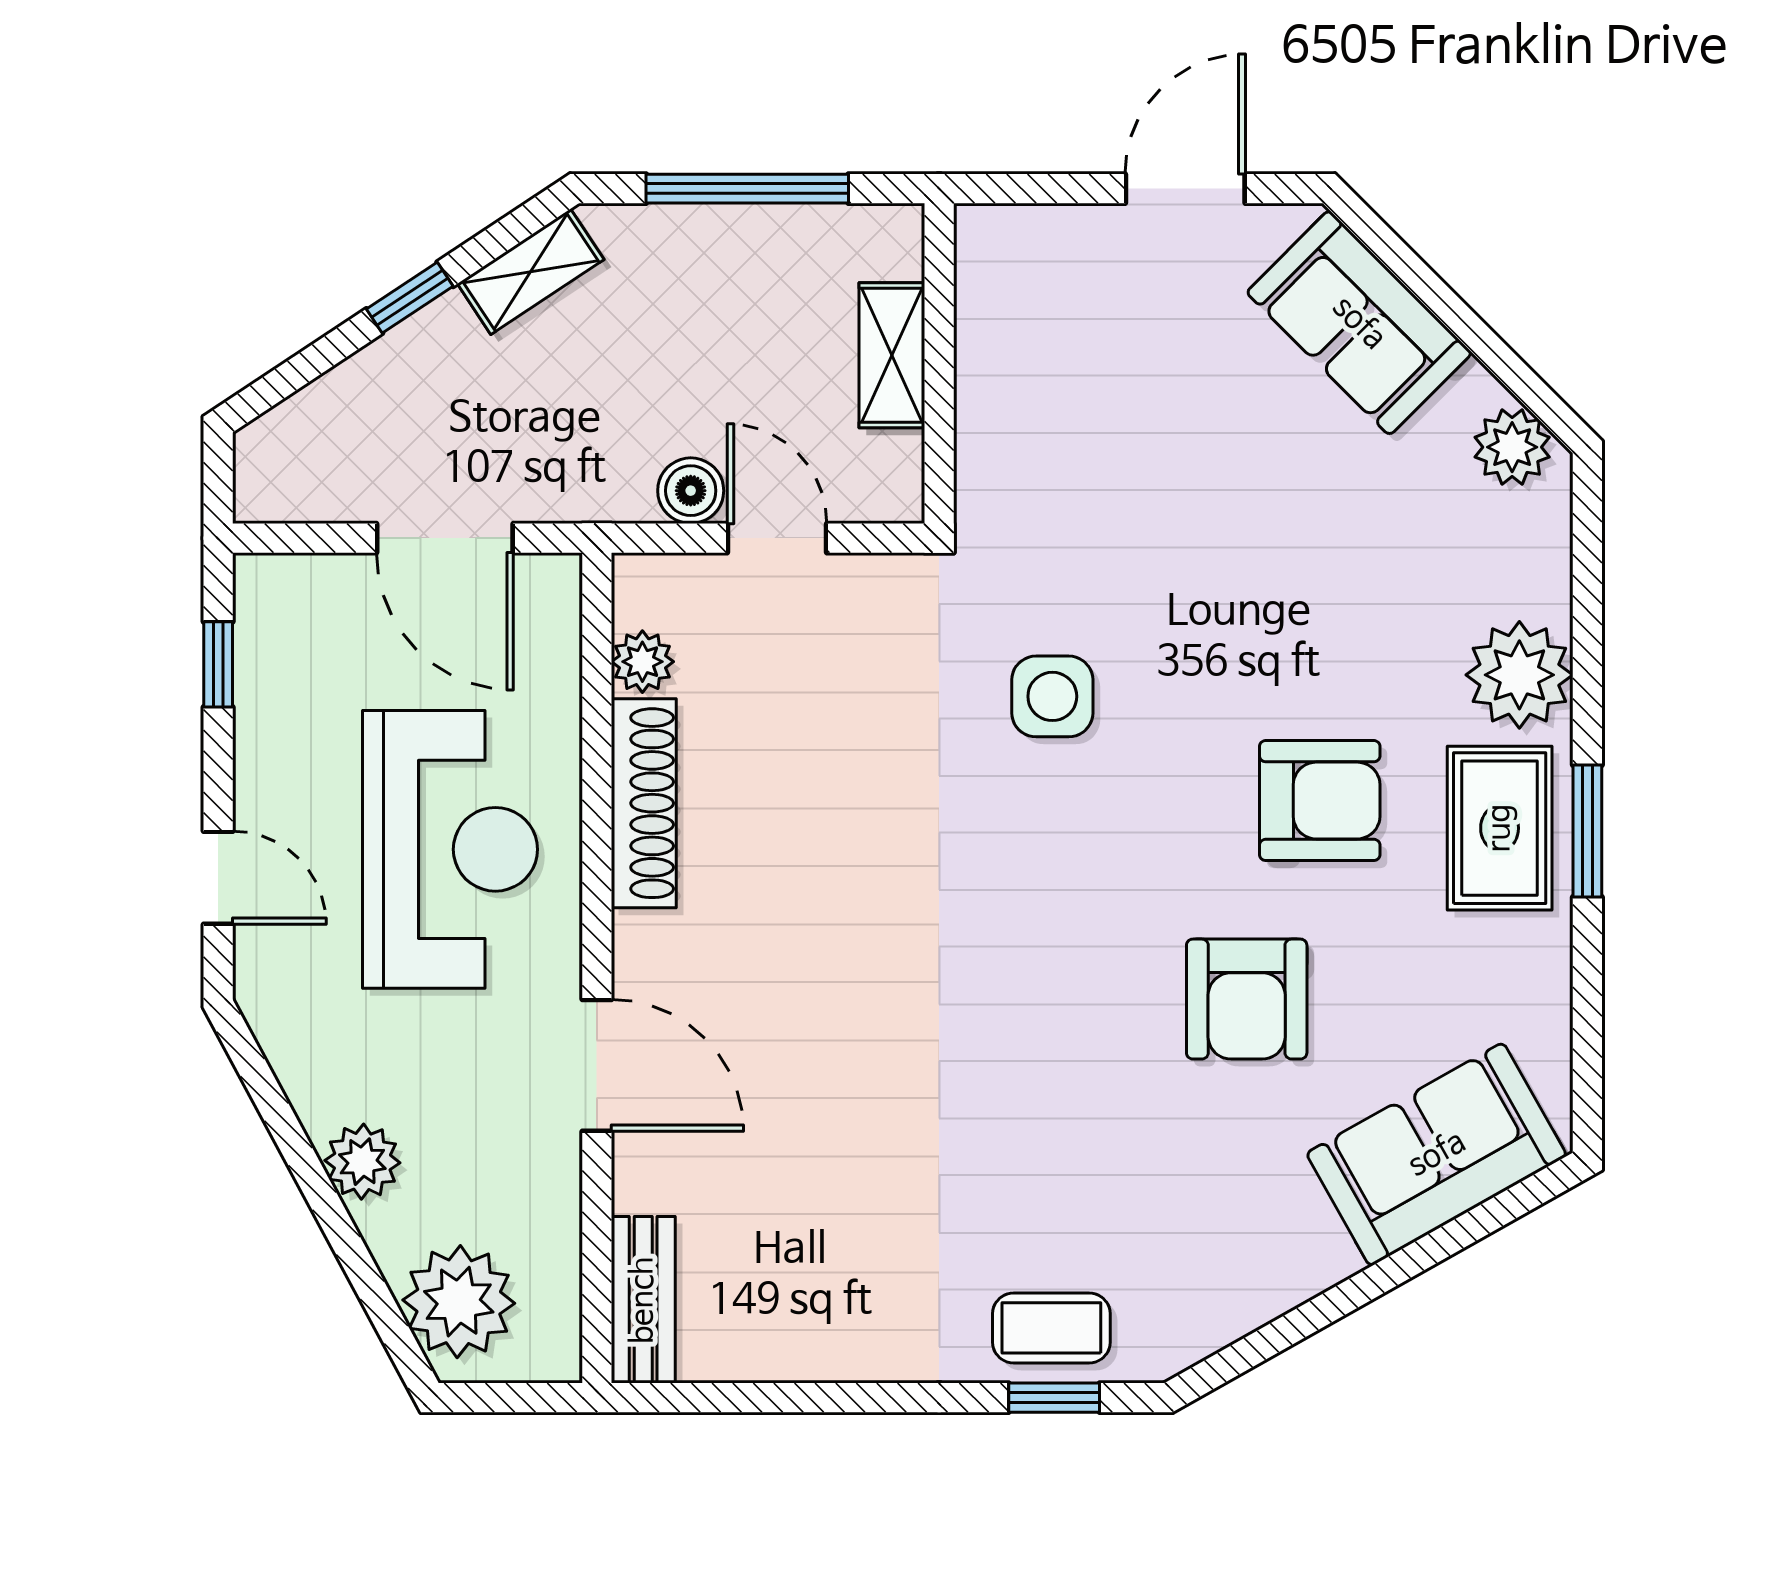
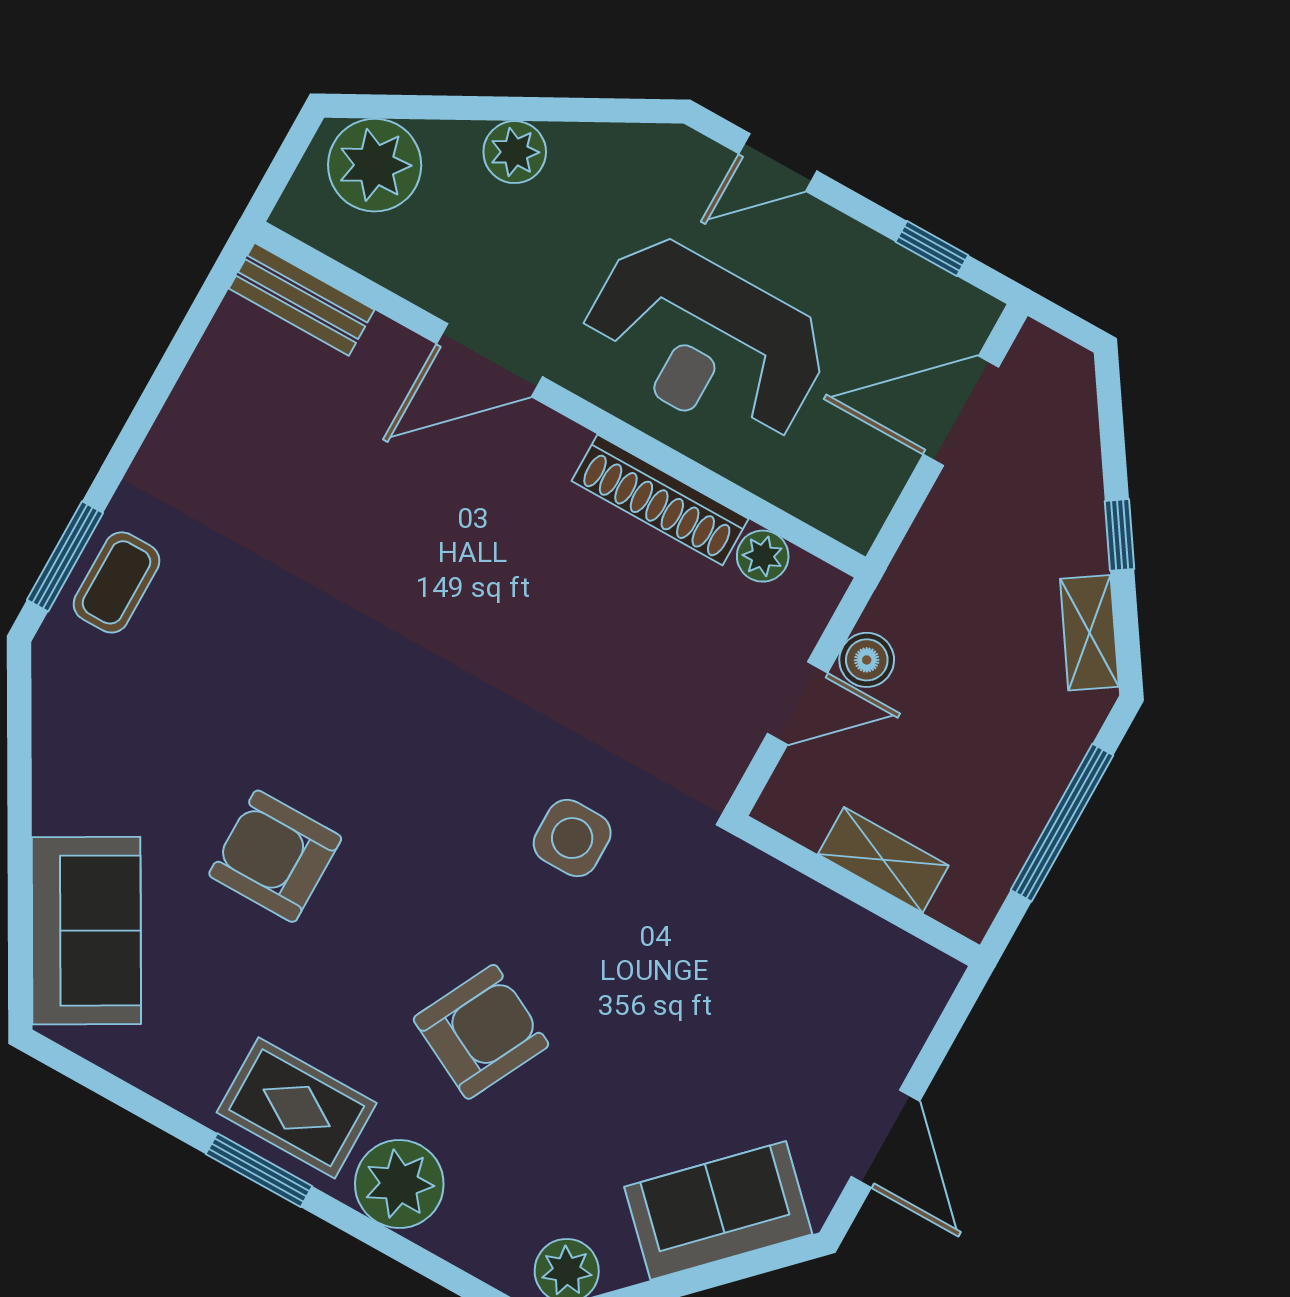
door: (445, 538) -> (961, 411), moved
armchair: (1320, 801) -> (481, 1032), moved, turned -153
window: (1054, 1398) -> (65, 556), width x1.50

